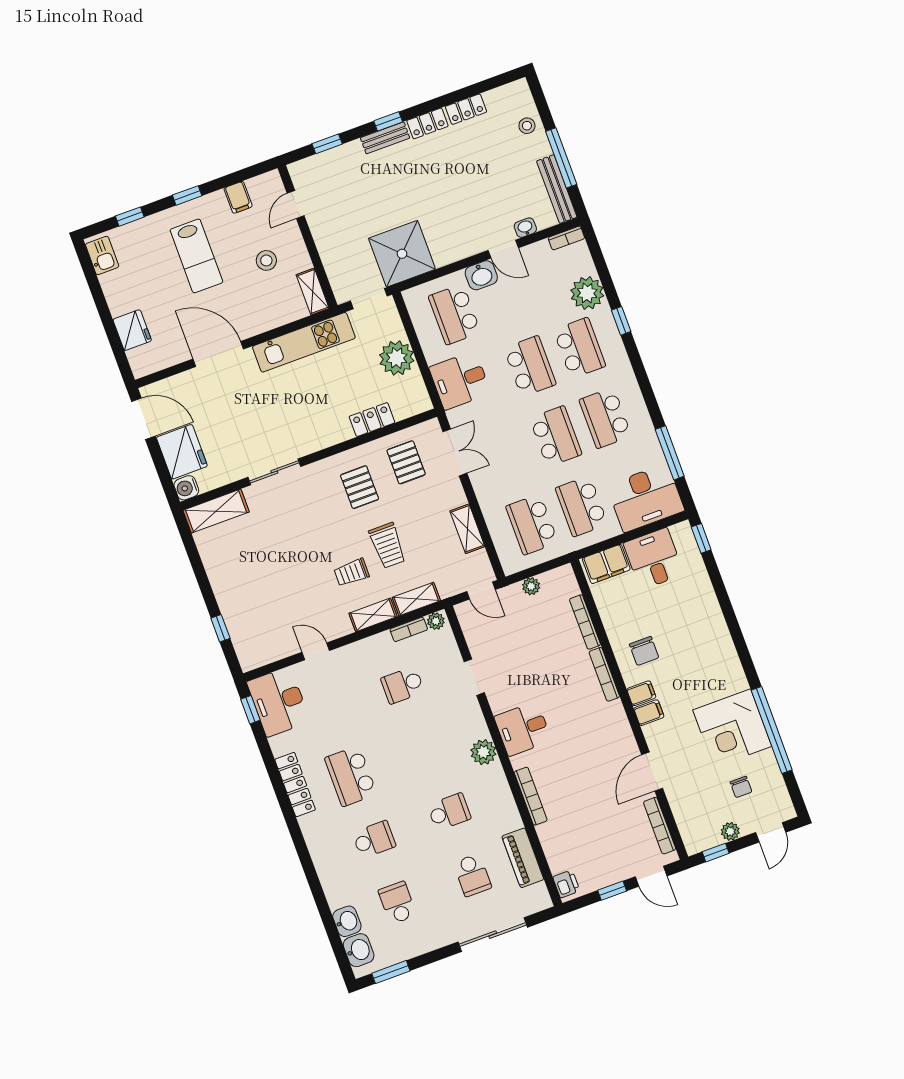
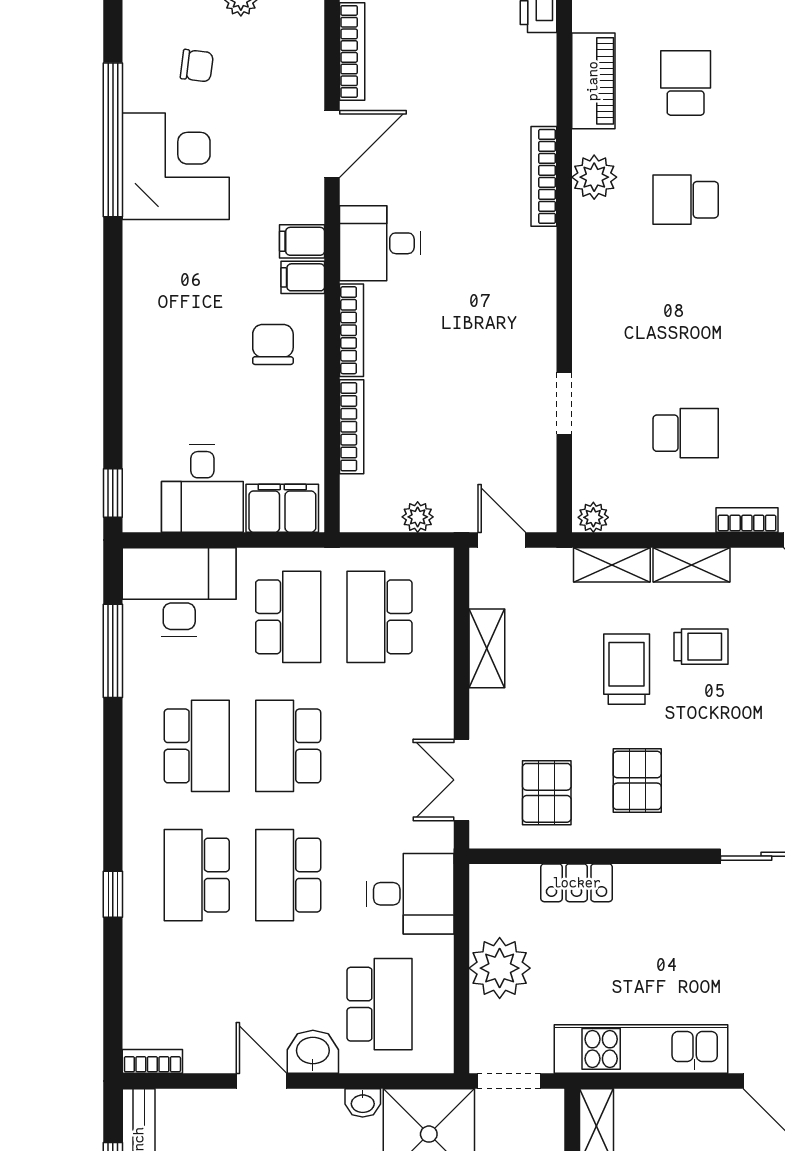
washbasin: (525, 228) -> (363, 1103), moved
plant: (587, 293) -> (152, 960), removed
school desk: (532, 524) -> (380, 617), turned 180
bookcase: (409, 629) -> (747, 520), moved
desk: (523, 729) -> (380, 243), moved, turned 180
plant: (483, 752) -> (594, 177), moved
chair: (741, 787) -> (197, 66), turned 97

